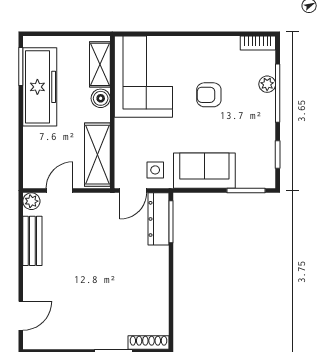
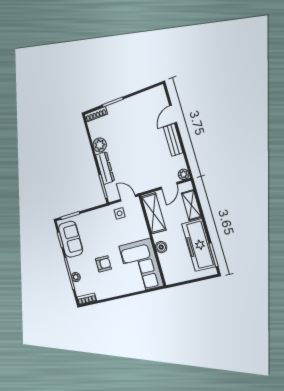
shelving: (100, 64) -> (191, 205), moved
sofa: (204, 171) -> (71, 239), moved, turned -90
door: (133, 190) -> (128, 198), hinge flipped
dresser: (159, 219) -> (105, 168), moved
bench: (32, 241) -> (173, 140), moved
plant: (157, 291) -> (100, 145), added
door: (21, 316) -> (173, 114), moved

